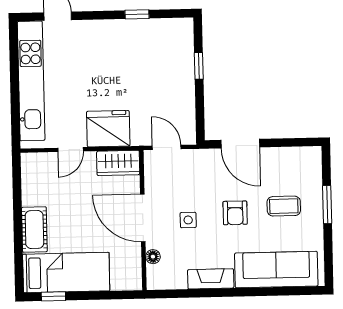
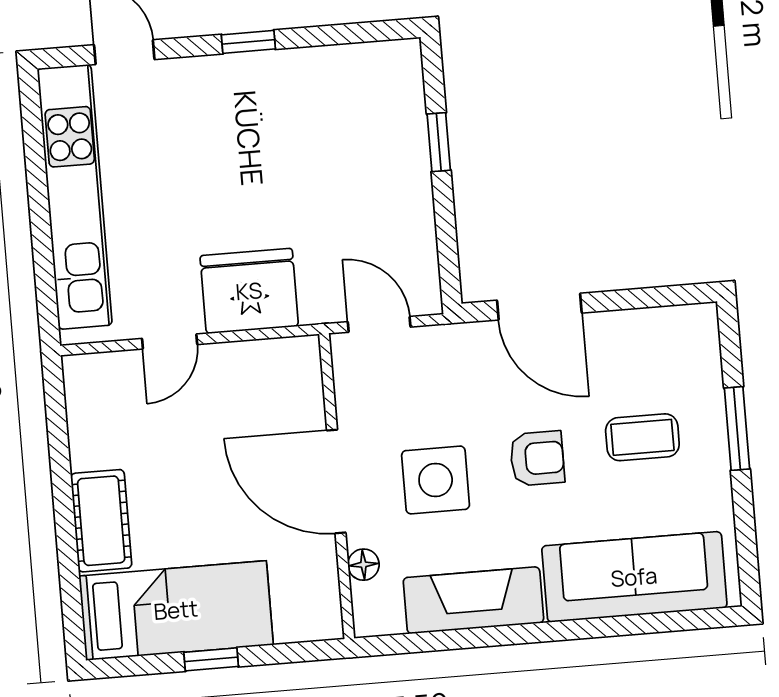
window: (137, 14) -> (248, 42), moved
wardrobe: (118, 163) -> (275, 365), removed
armchair: (235, 213) -> (537, 458), turned -90
side table: (188, 220) -> (436, 480), width x1.87, depth x1.87
fireplace: (211, 279) -> (473, 600), width x1.37, depth x1.32
window: (53, 296) -> (211, 659), moved

